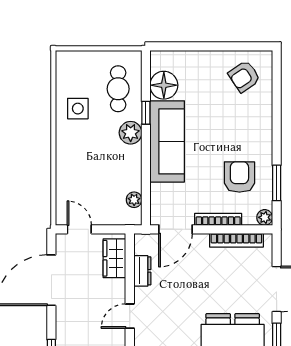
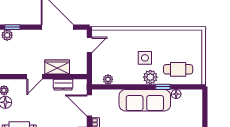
floor lamp: (164, 85) -> (176, 94), width x0.53, depth x0.53
side table: (78, 109) -> (145, 58), moved
wardrobe: (114, 258) -> (57, 67), moved
door: (130, 316) -> (35, 77), swing flipped

